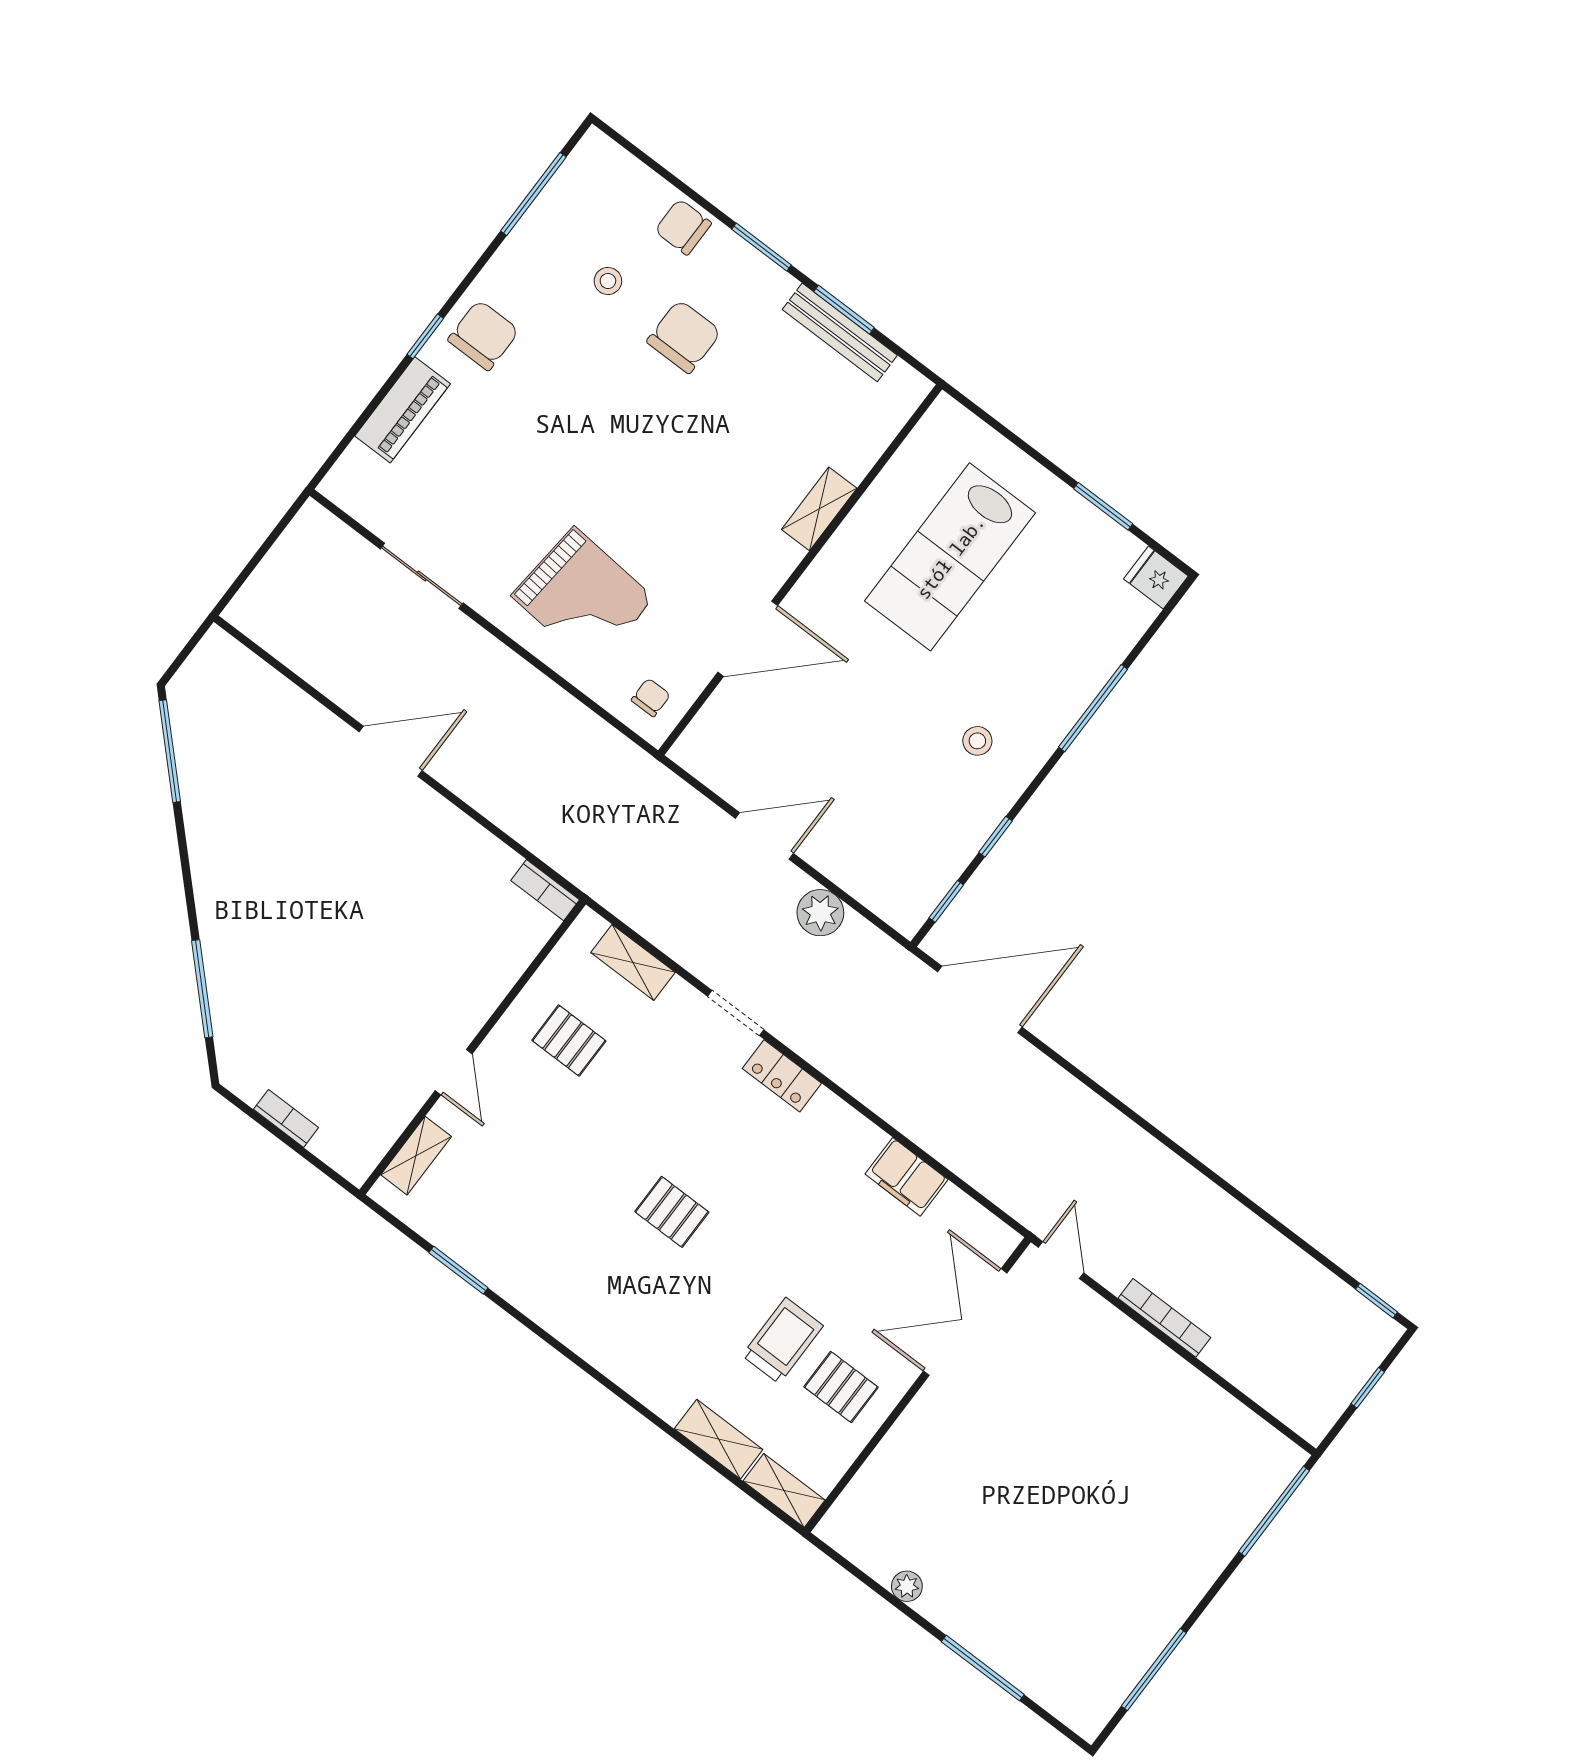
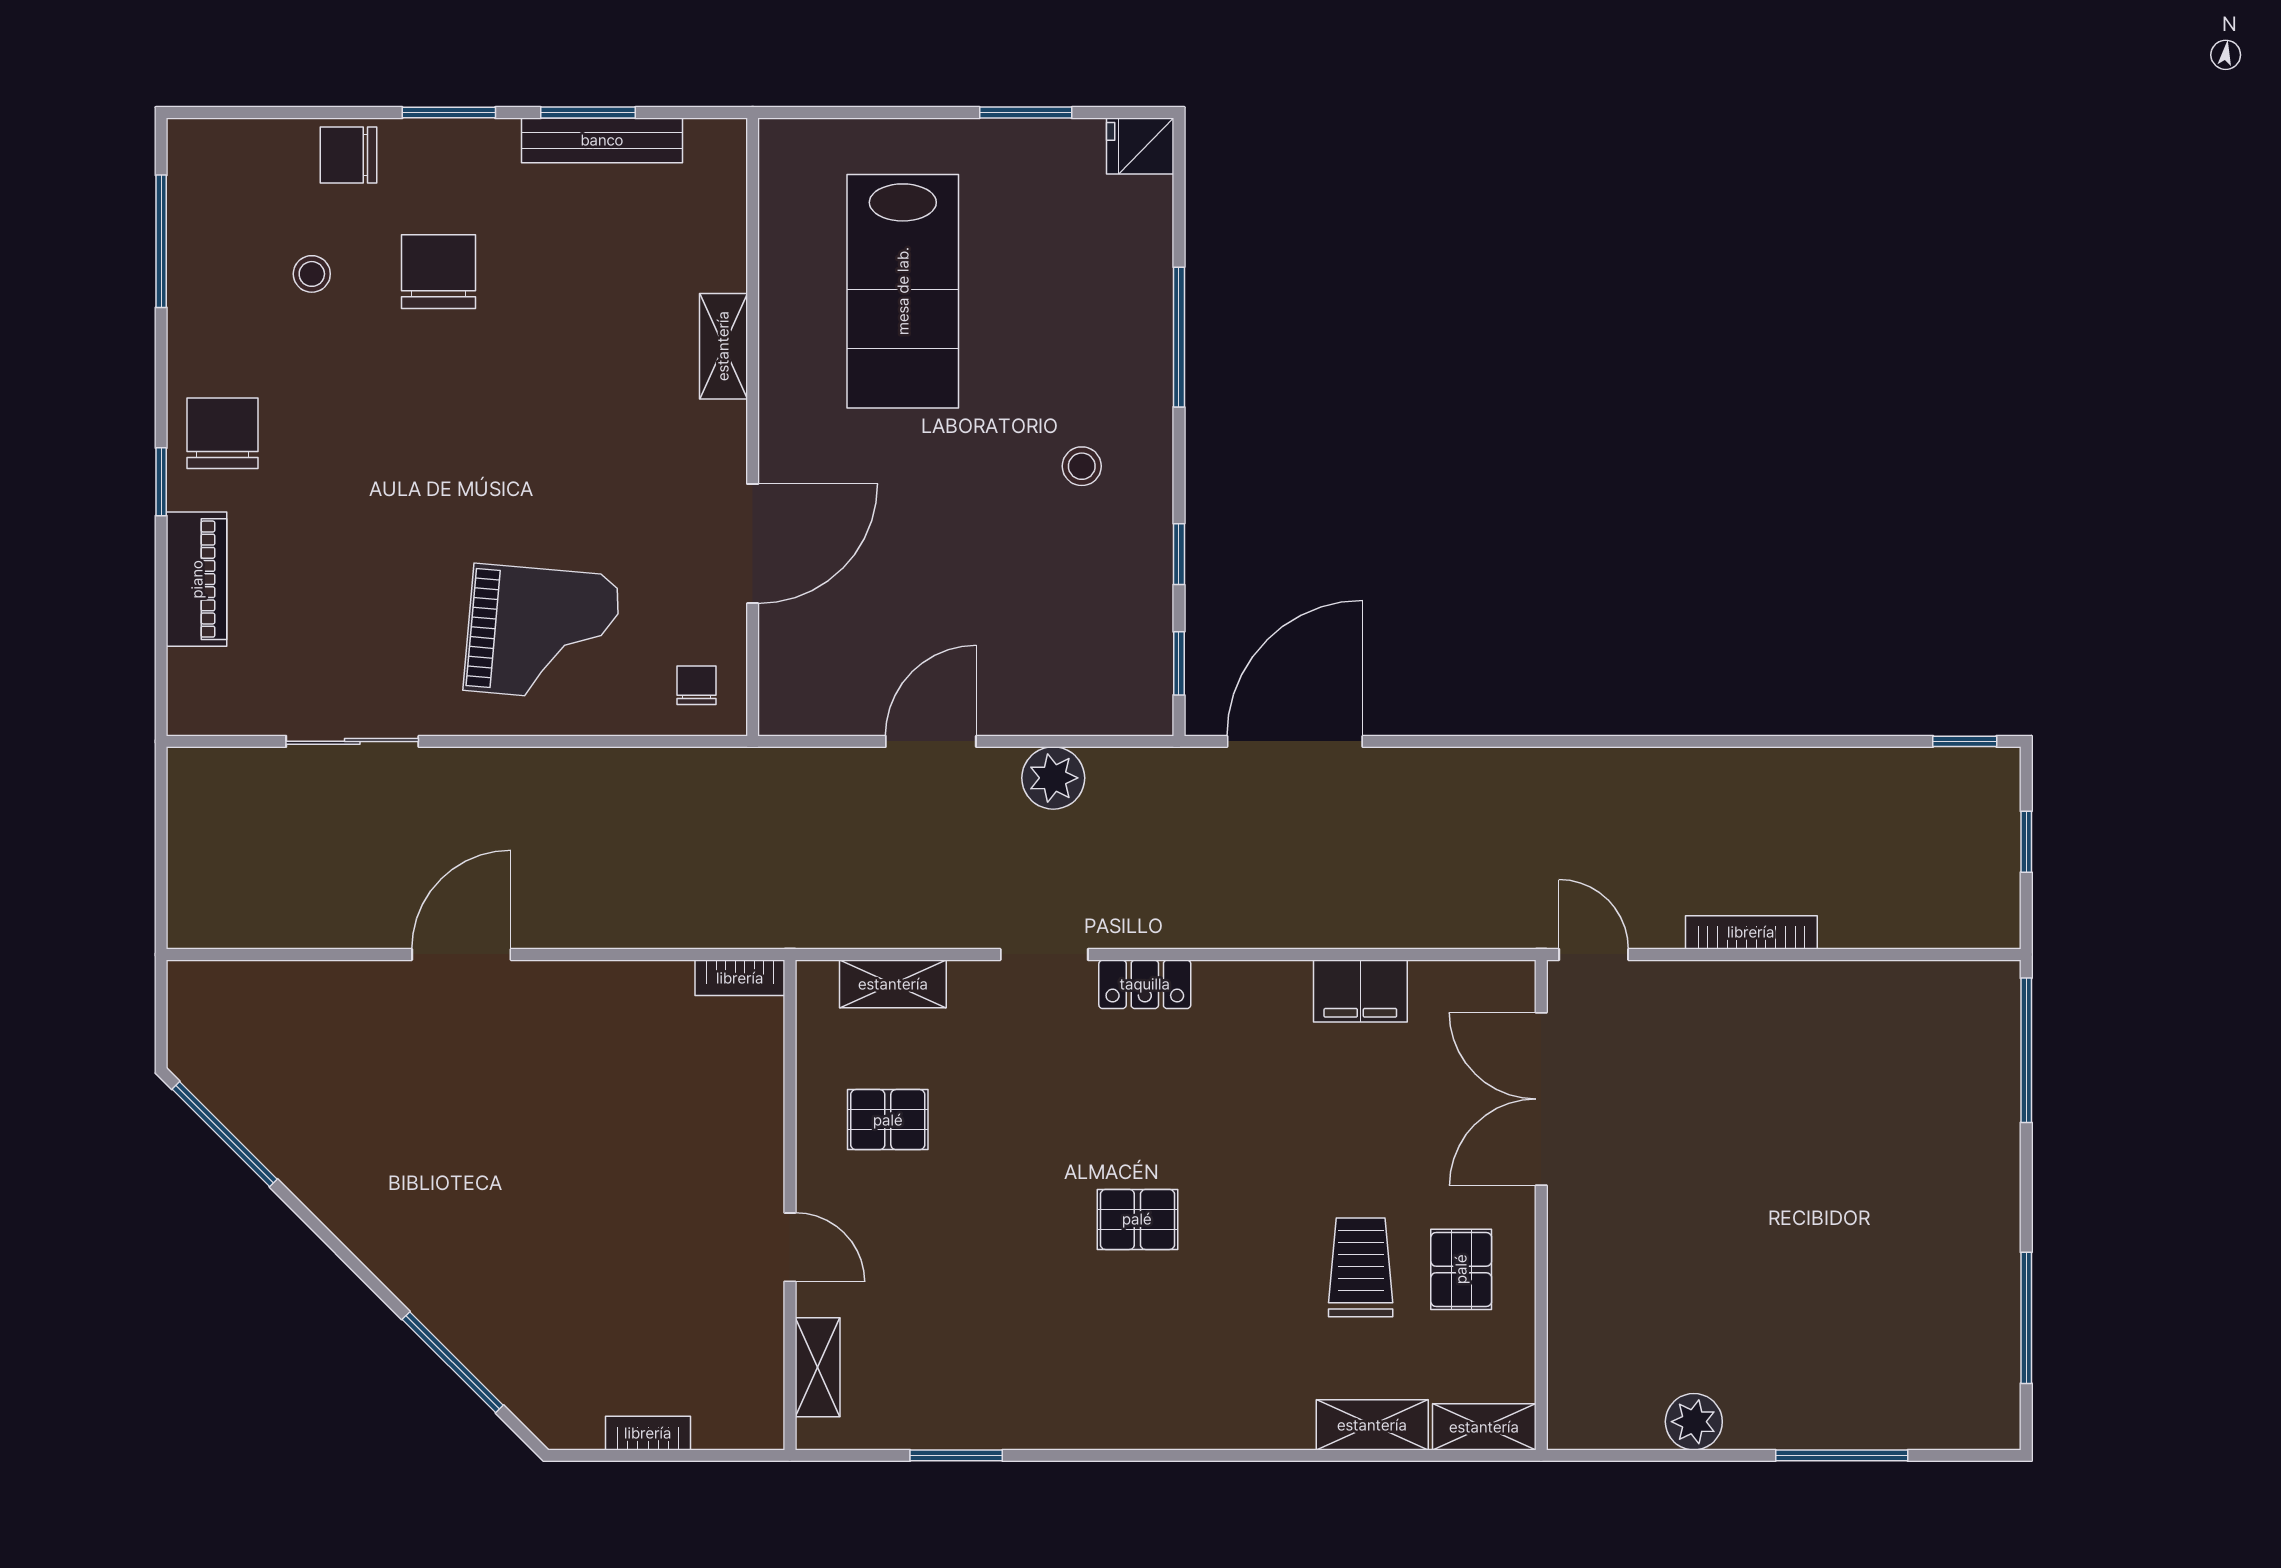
pallet: (841, 1387) -> (1461, 1269), turned 90
plant: (907, 1586) -> (1694, 1422), width x1.38, depth x1.38

